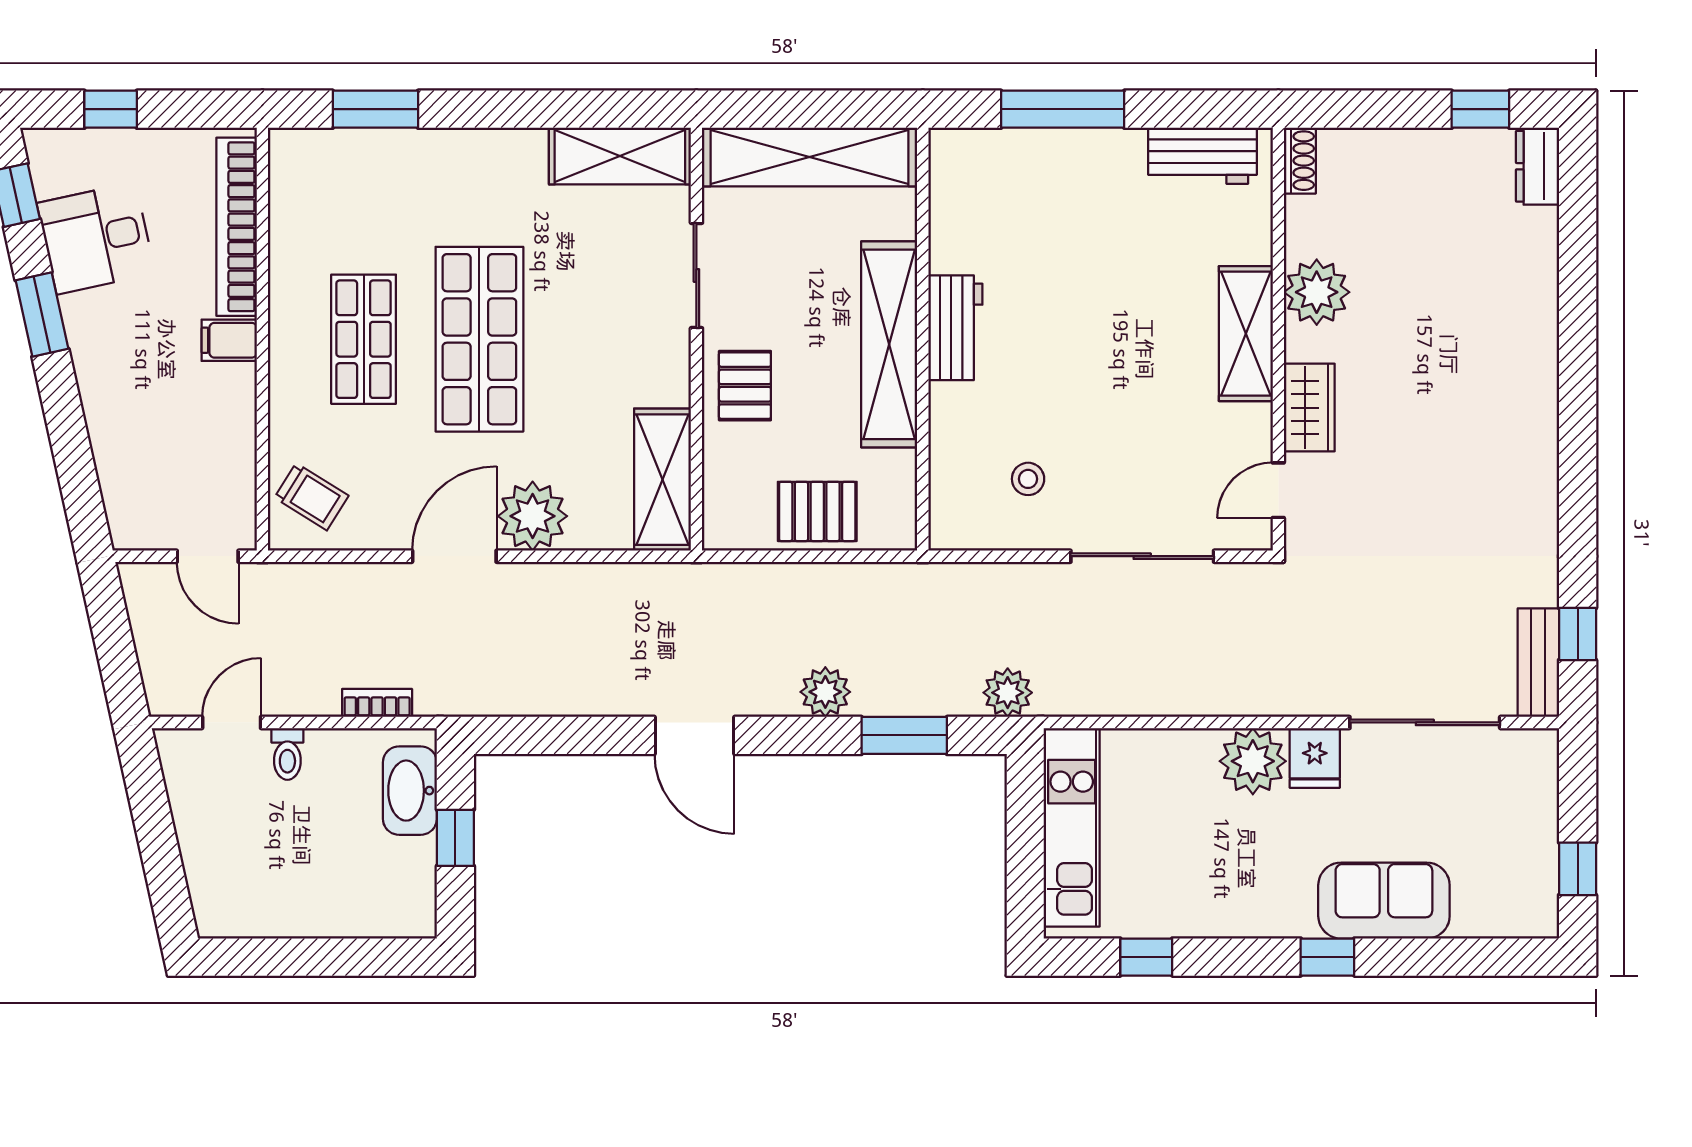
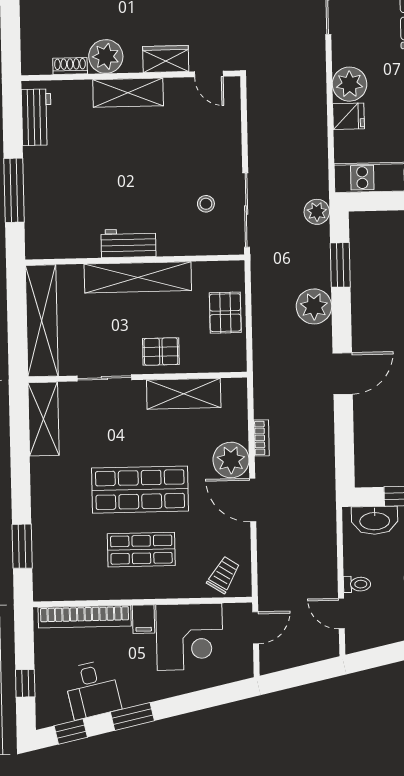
shoe rack: (1300, 161) -> (70, 66), moved
corner desk: (193, 428) -> (190, 637), added
shelving: (662, 480) -> (184, 394), moved
sliding door: (1142, 556) -> (246, 210), moved
plant: (825, 692) -> (314, 306), width x1.36, depth x1.36
bookcase: (377, 703) -> (261, 438), moved, turned 180
fridge: (1315, 758) -> (349, 116), moved

